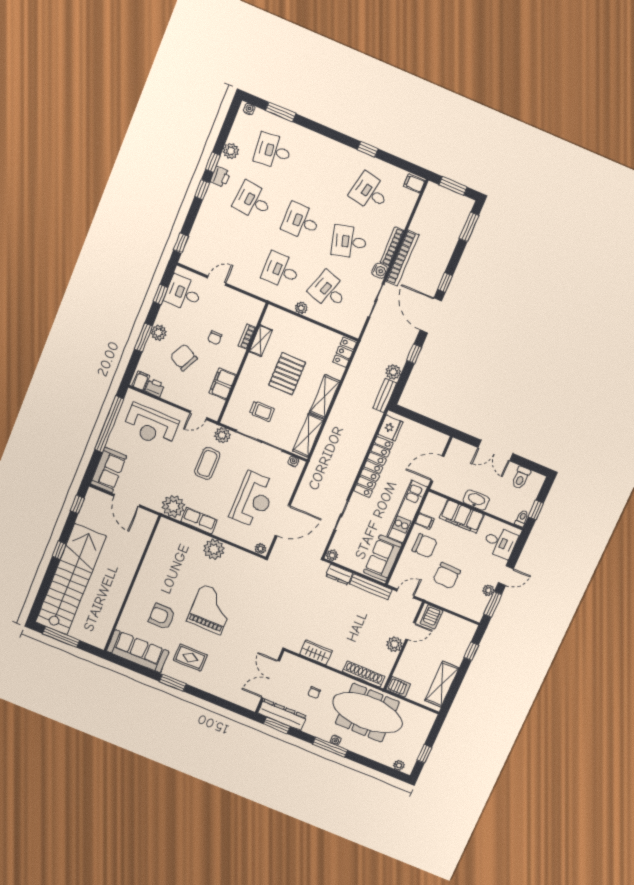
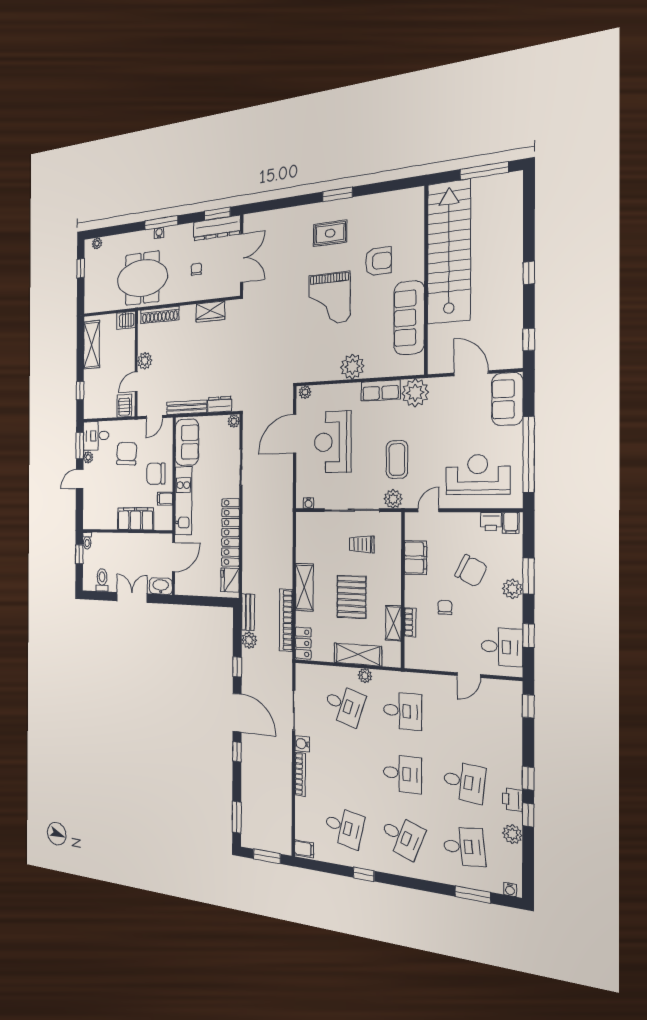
desk: (349, 242) -> (402, 837), moved, turned 36
bookcase: (402, 258) -> (286, 620), moved
shelving: (308, 435) -> (358, 654), moved, turned 90
washbasin: (476, 500) -> (161, 586), moved, turned 180
desk: (500, 542) -> (96, 436), moved
stairs: (71, 579) -> (449, 252), moved, turned 180
sofa: (138, 651) -> (409, 318), moved, turned 90
meeting table: (367, 713) -> (142, 278), width x0.73

